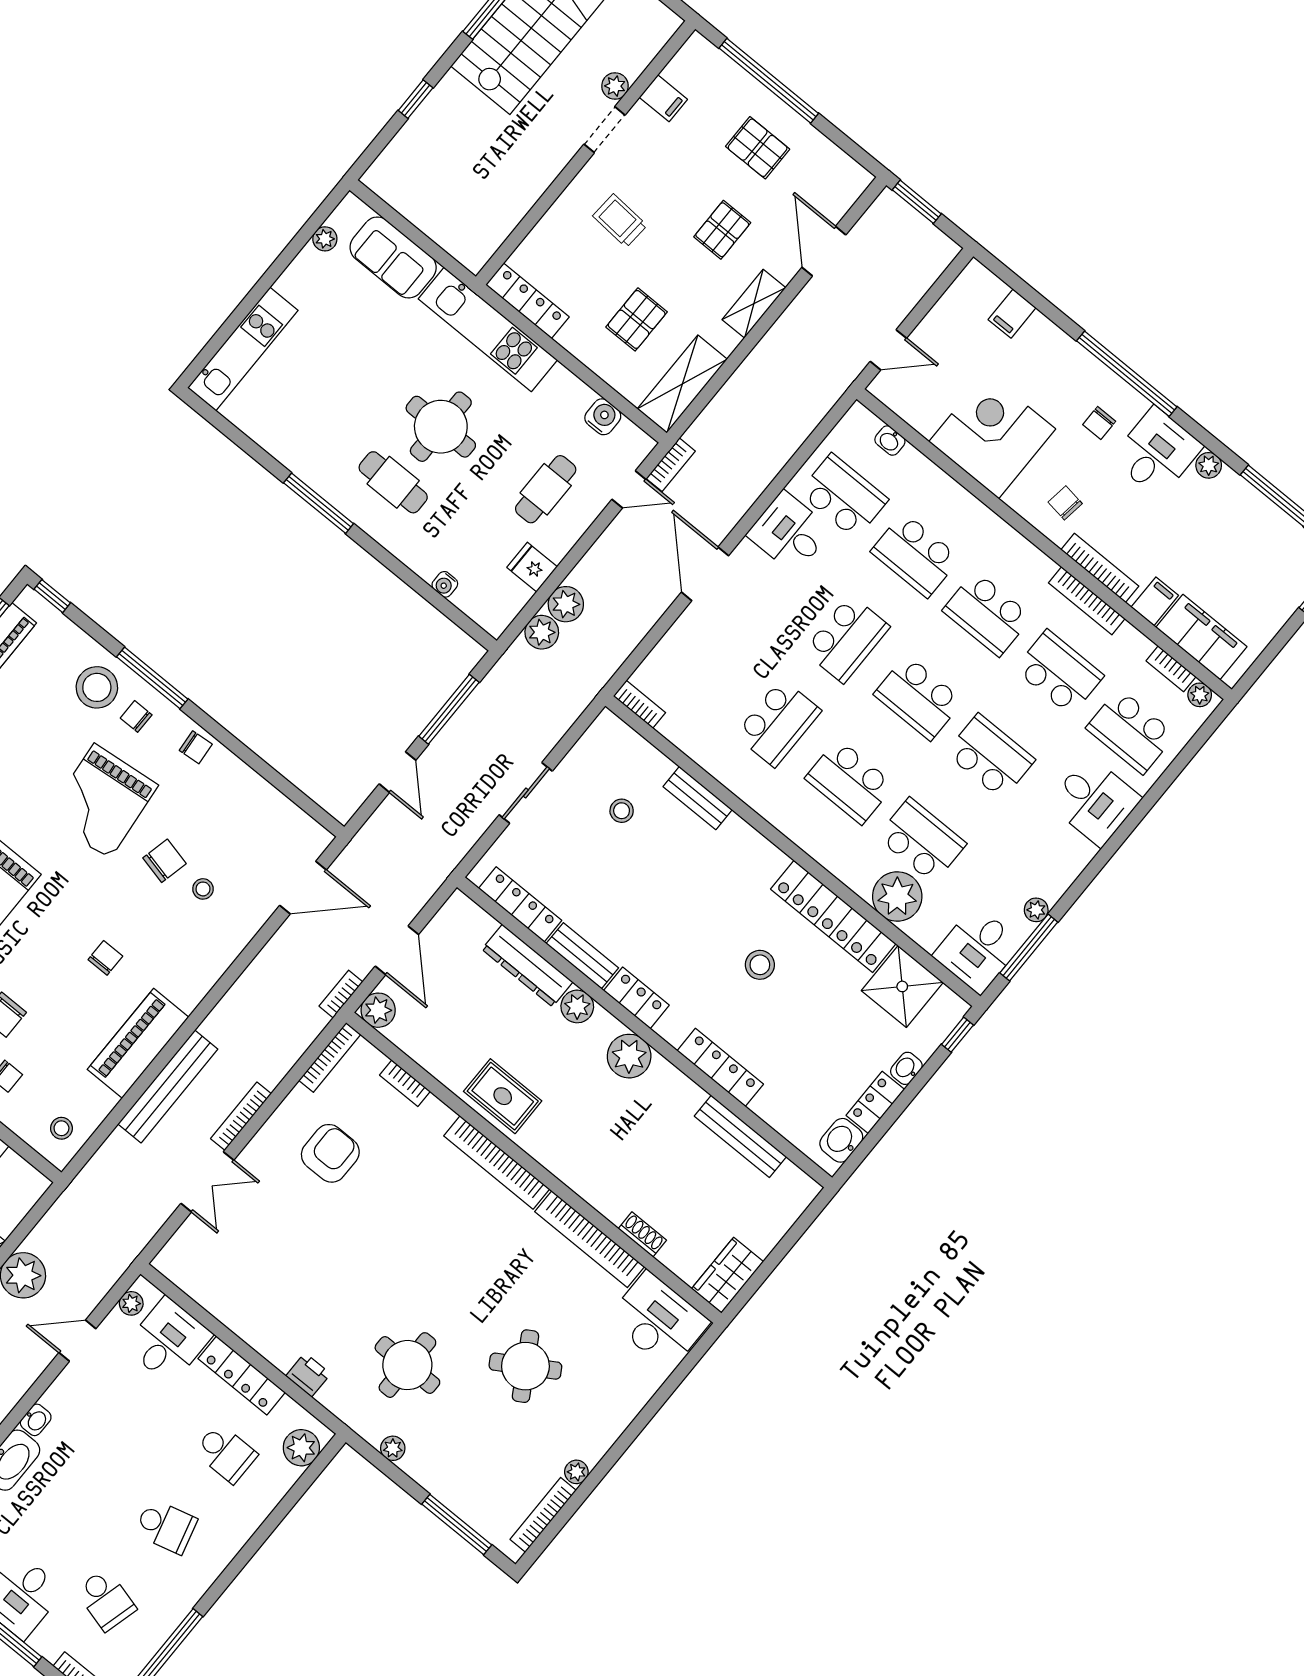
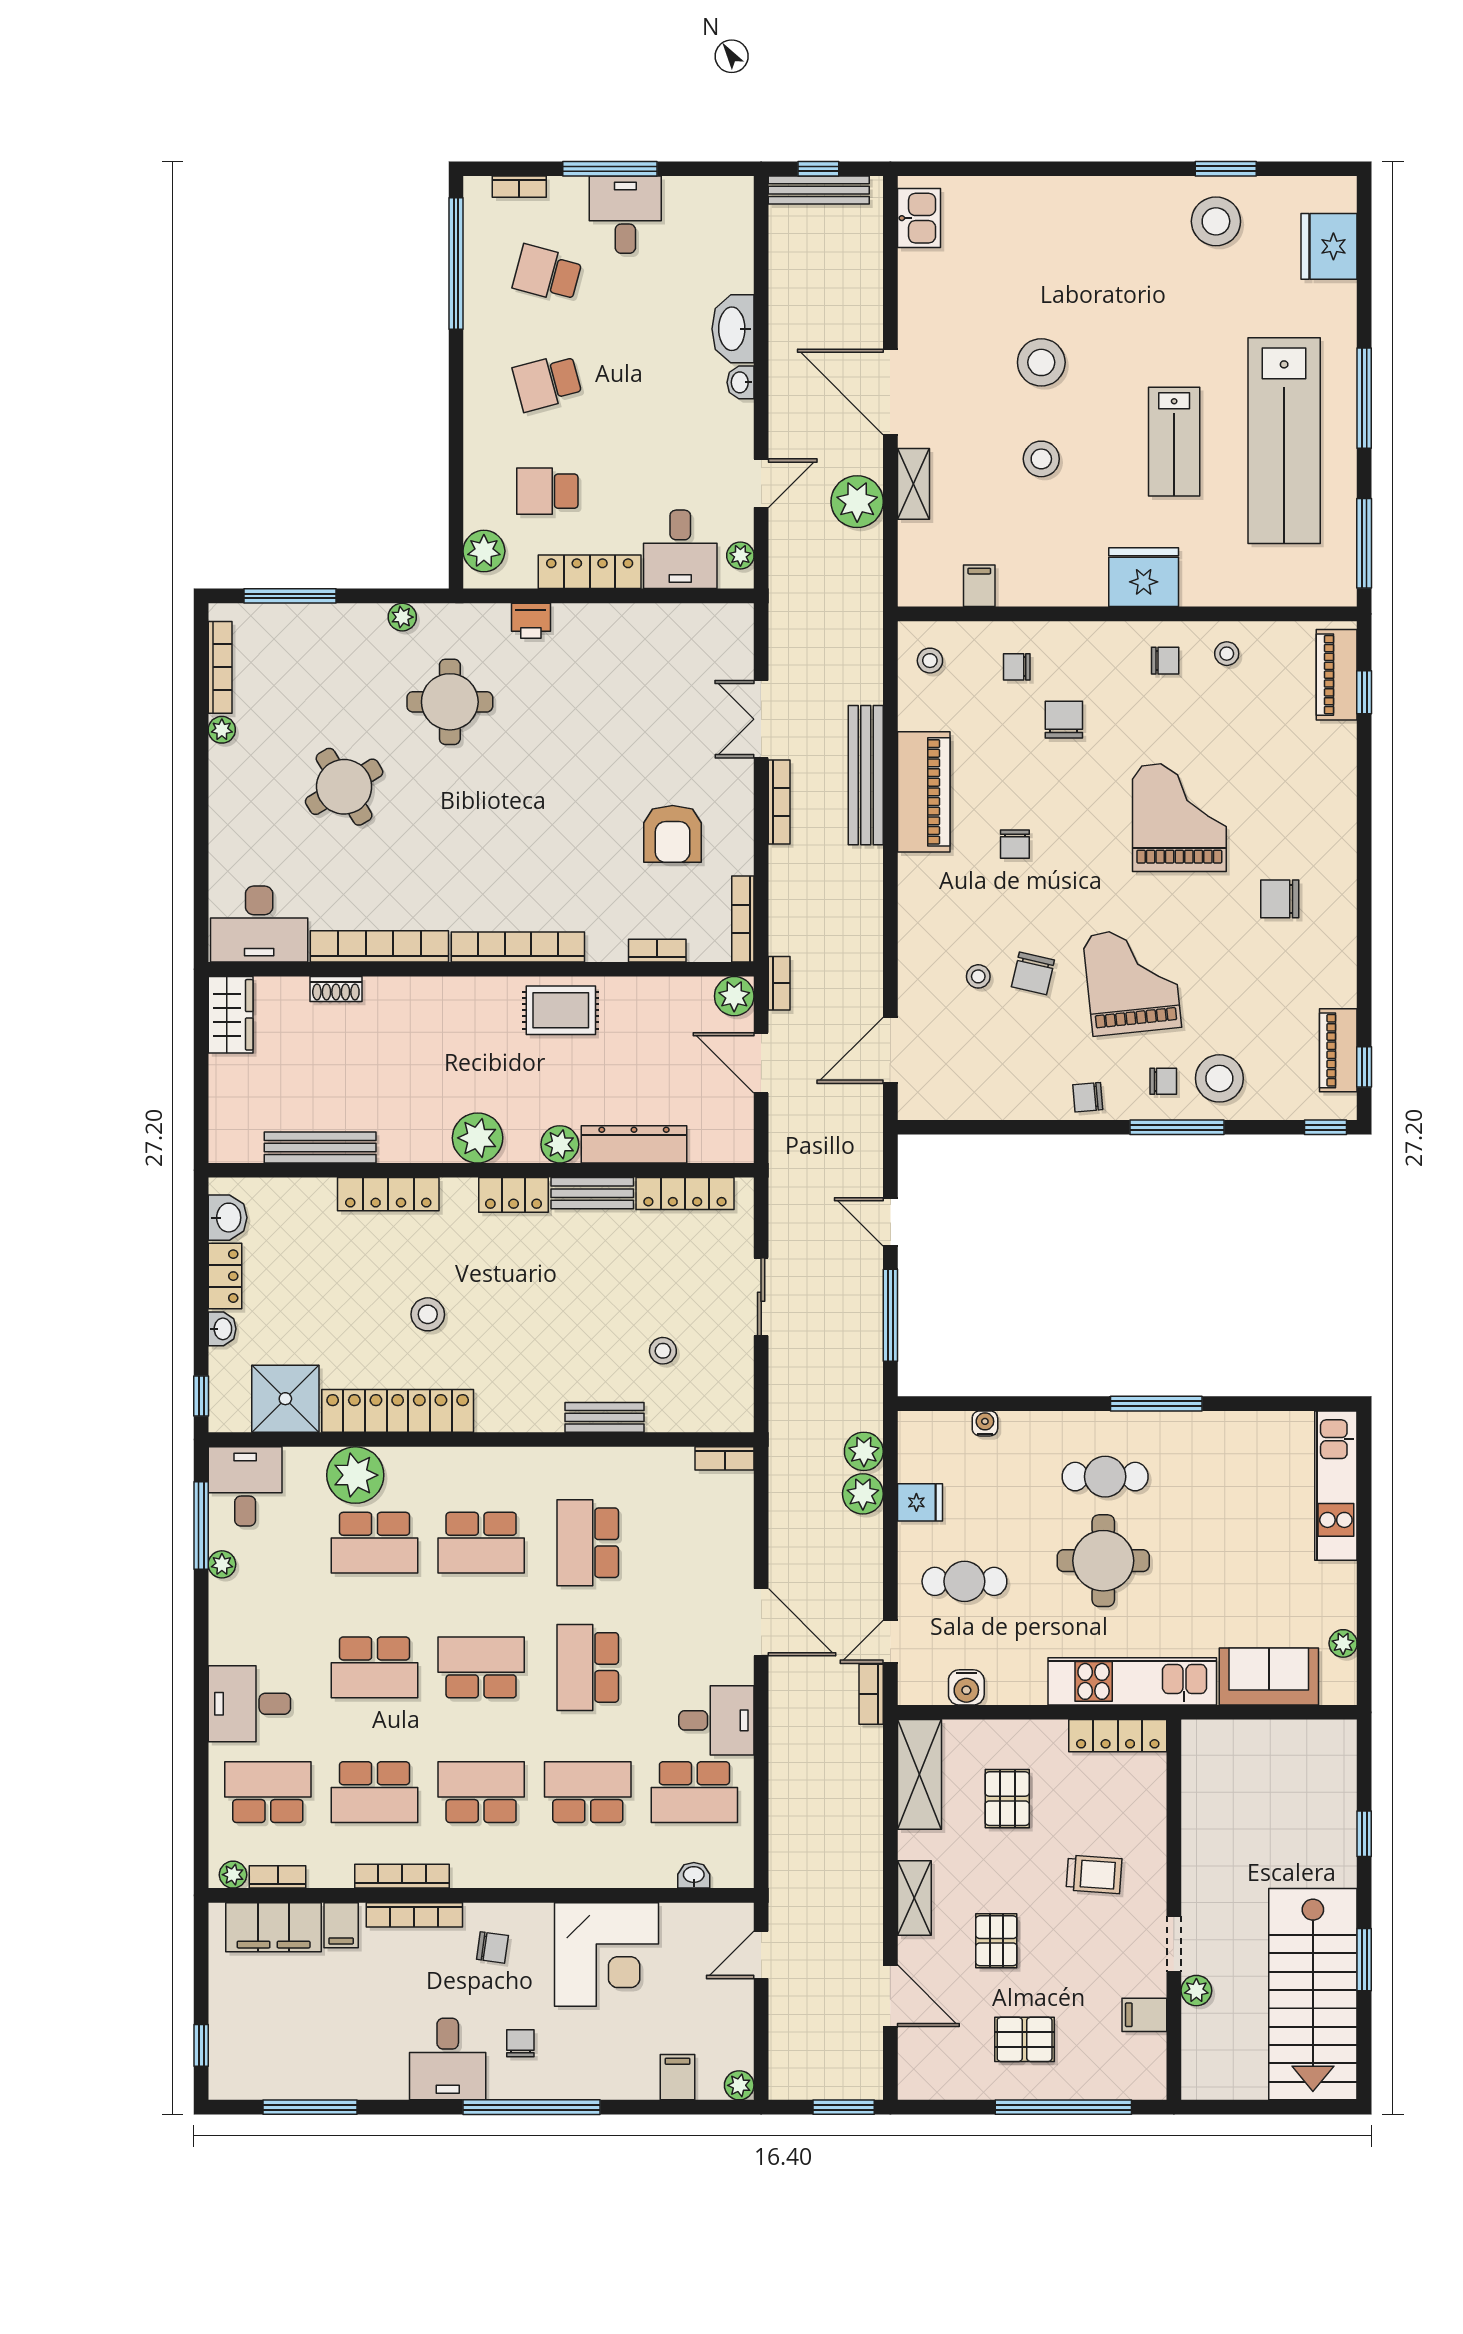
plant: (1209, 465) -> (739, 2085), moved
cafe table: (546, 489) -> (964, 1581), turned 90
school desk: (850, 782) -> (481, 1543), turned 180

